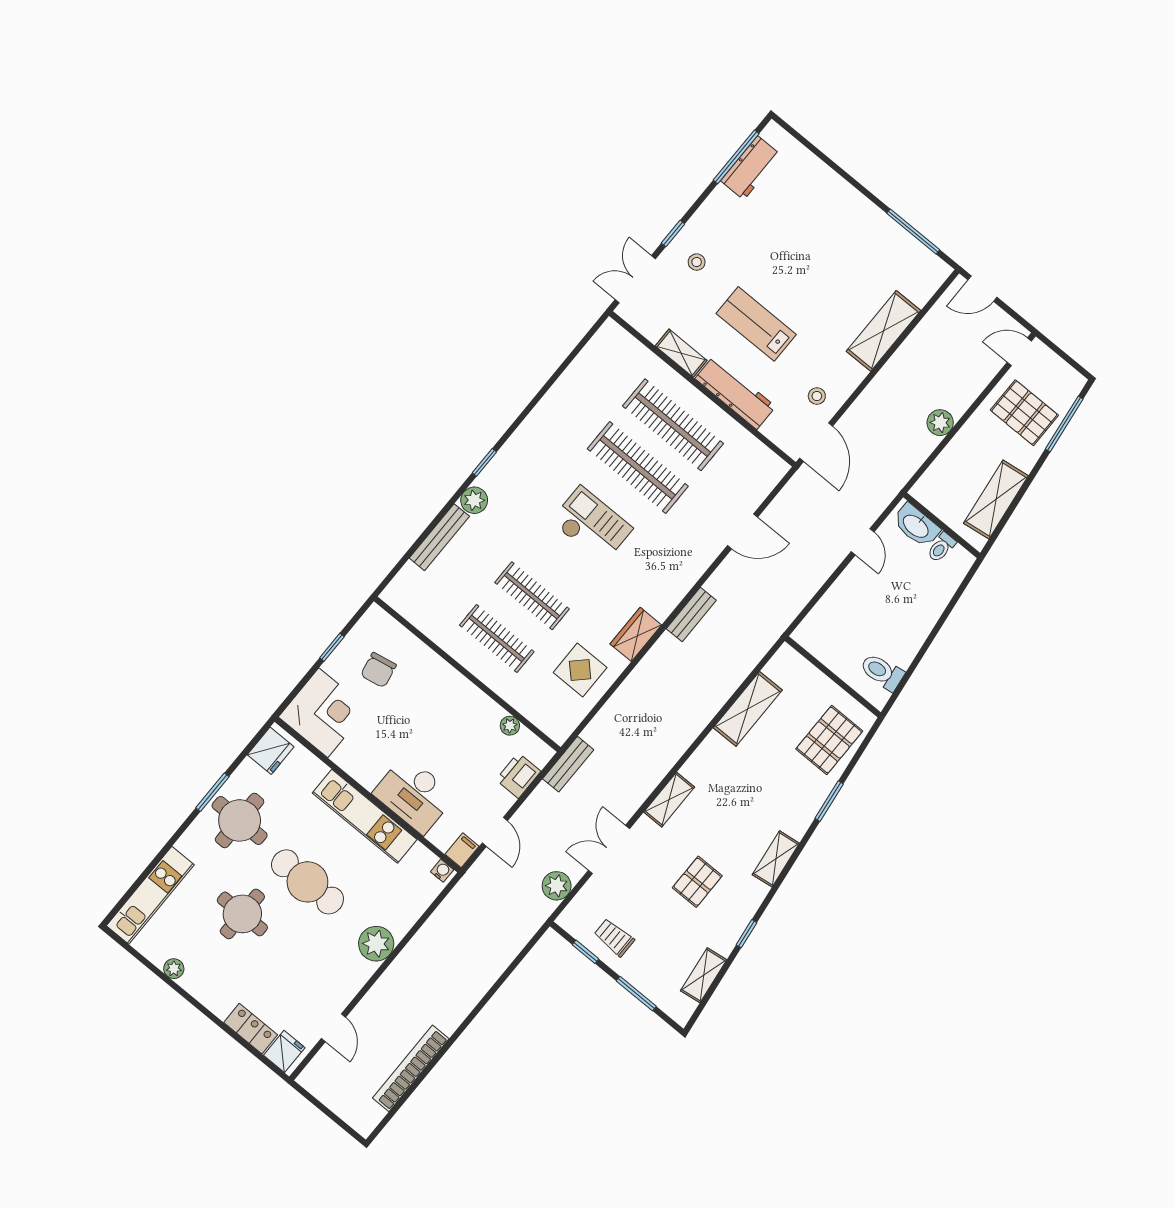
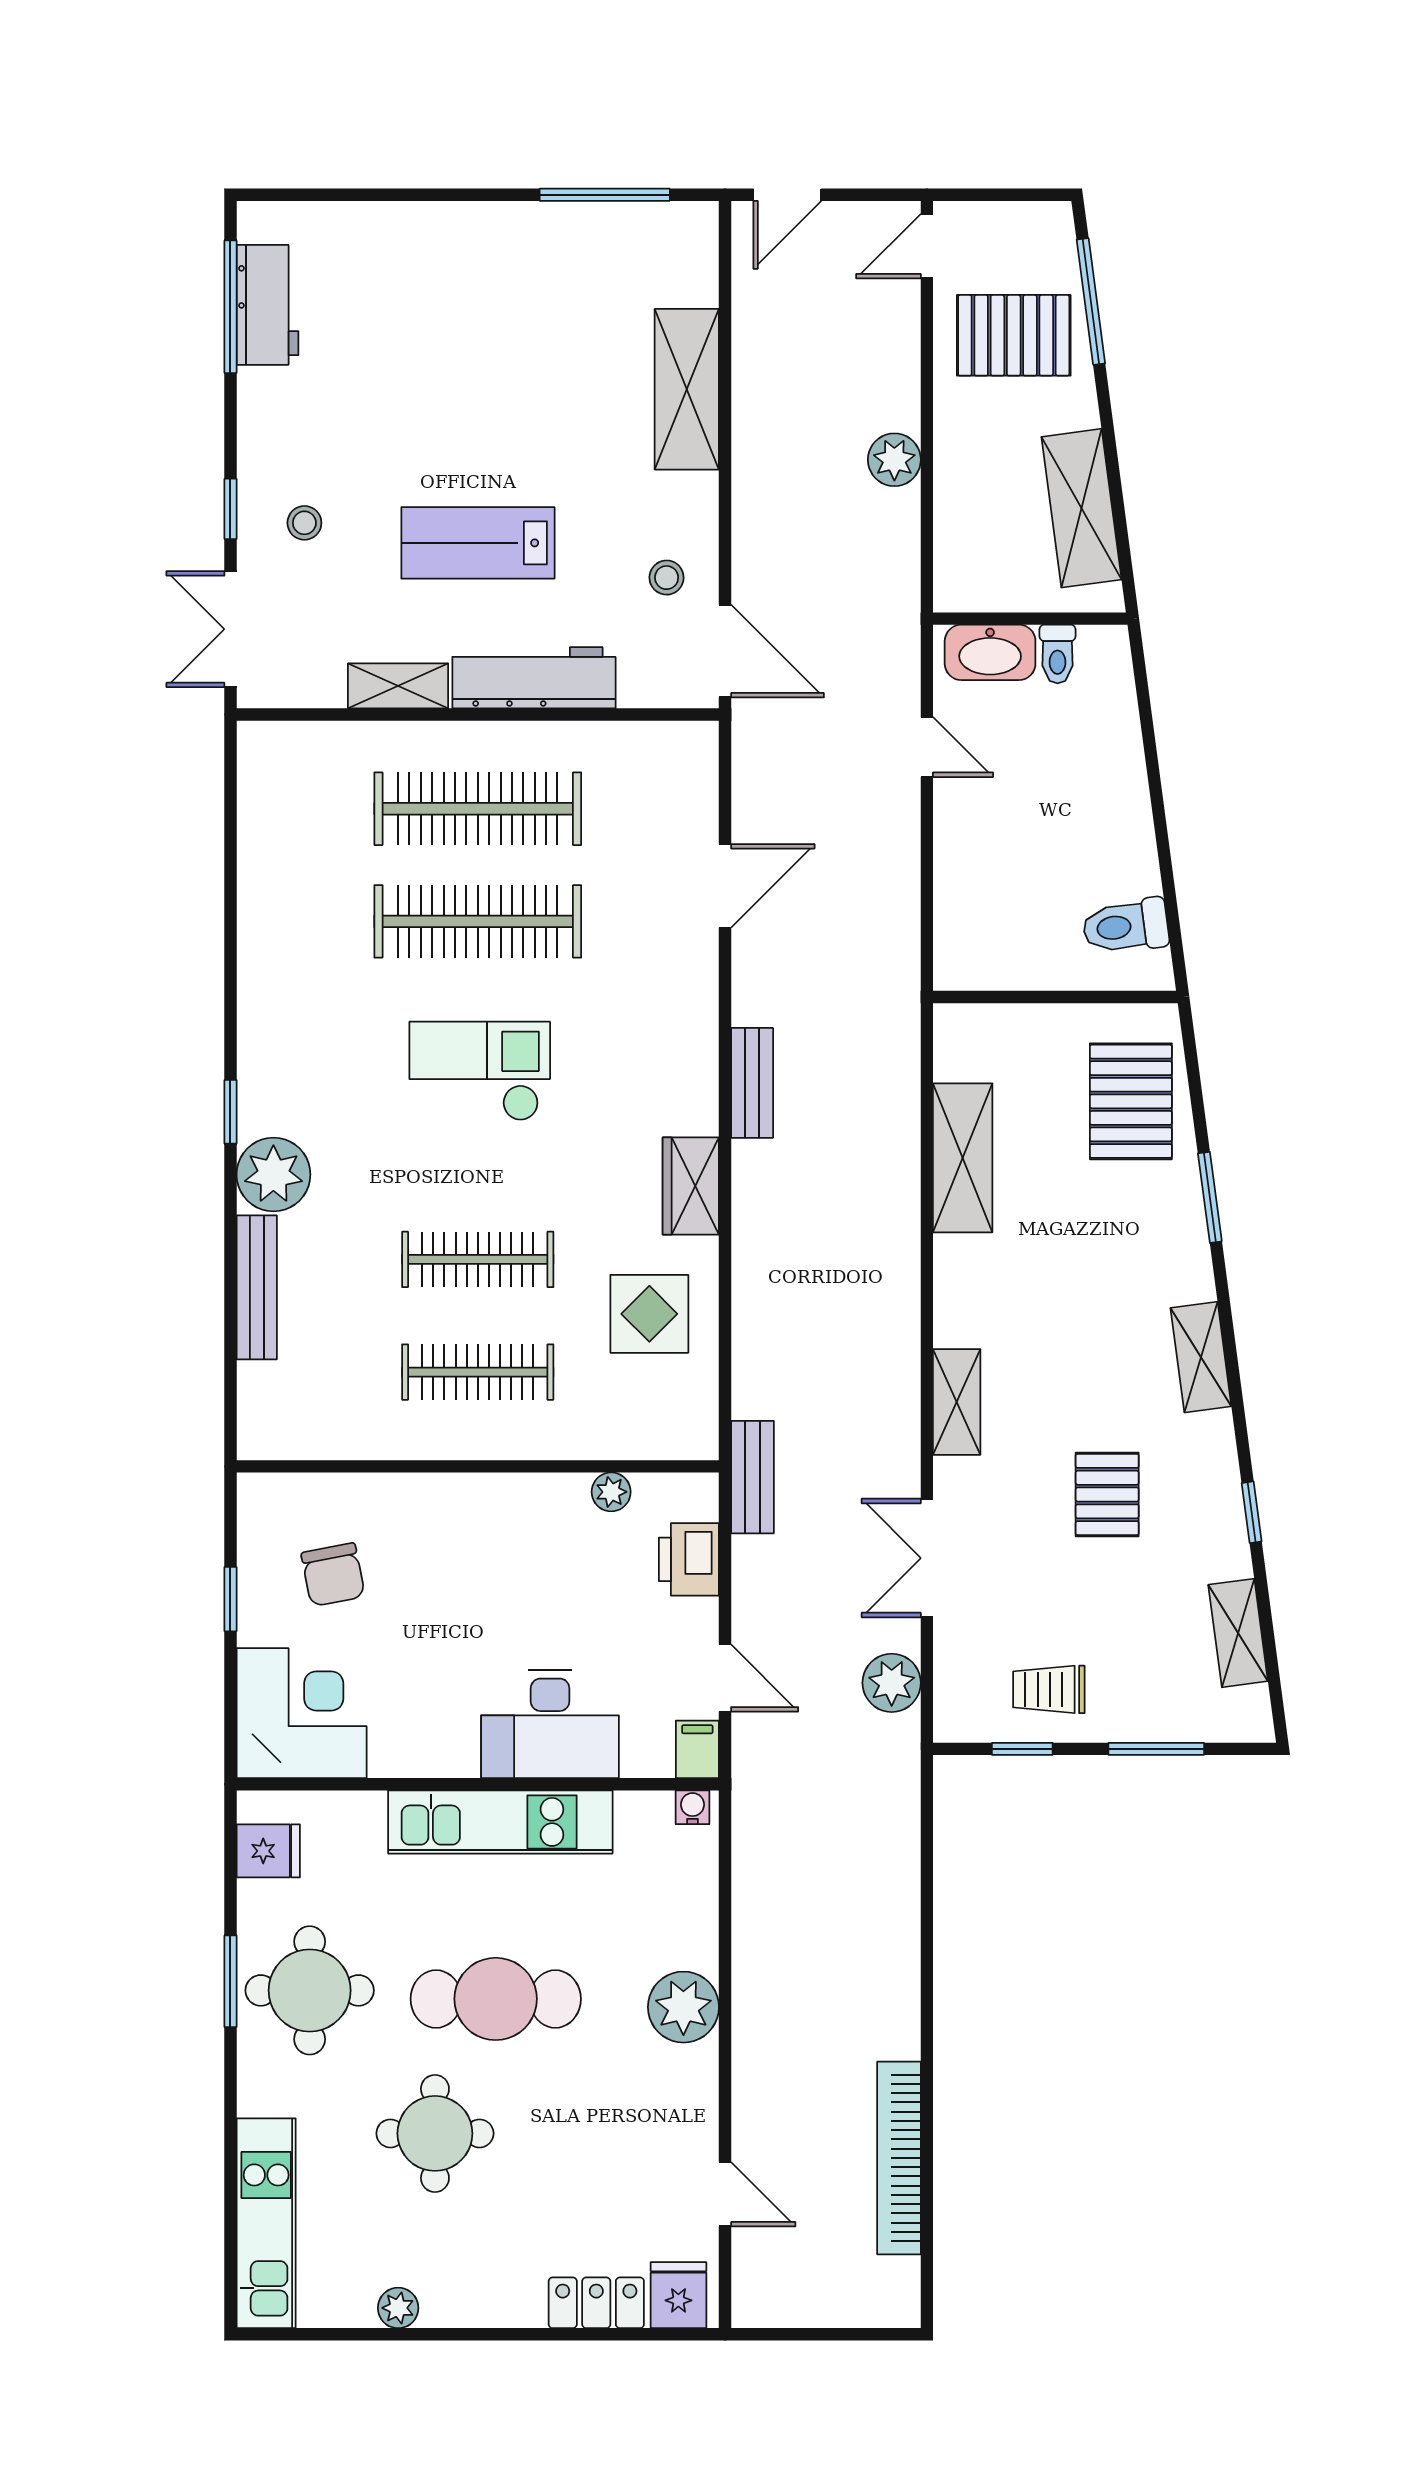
plant: (474, 500) -> (273, 1174), width x1.36, depth x1.36
fridge: (271, 751) -> (268, 1851), width x0.72

